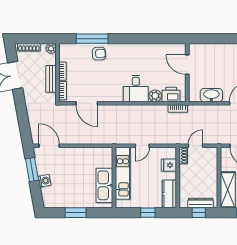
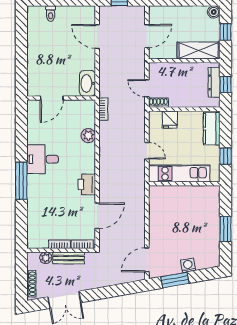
window: (92, 39) -> (21, 181), moved
plant: (51, 48) -> (46, 258), moved
armchair: (99, 54) -> (39, 202), removed
desk: (136, 88) -> (43, 159), moved, turned 180
printer: (171, 95) -> (87, 184), moved
washbasin: (211, 95) -> (87, 83), moved
kitchen sink: (104, 185) -> (193, 195), removed
kitchen counter: (169, 194) -> (212, 129), moved, turned 90
window: (148, 213) -> (225, 156), moved

